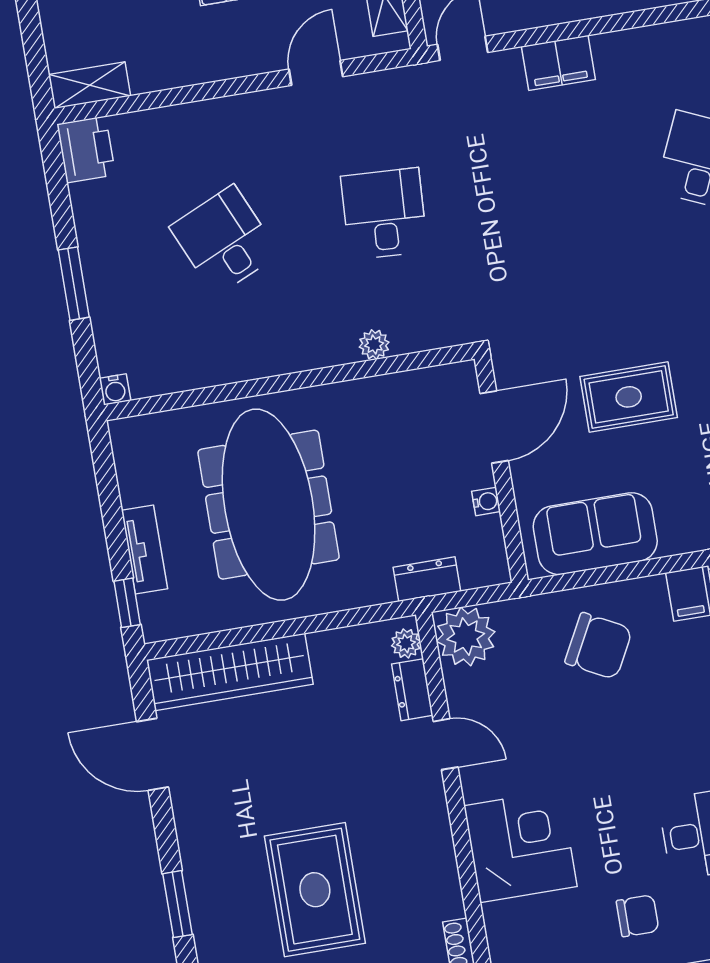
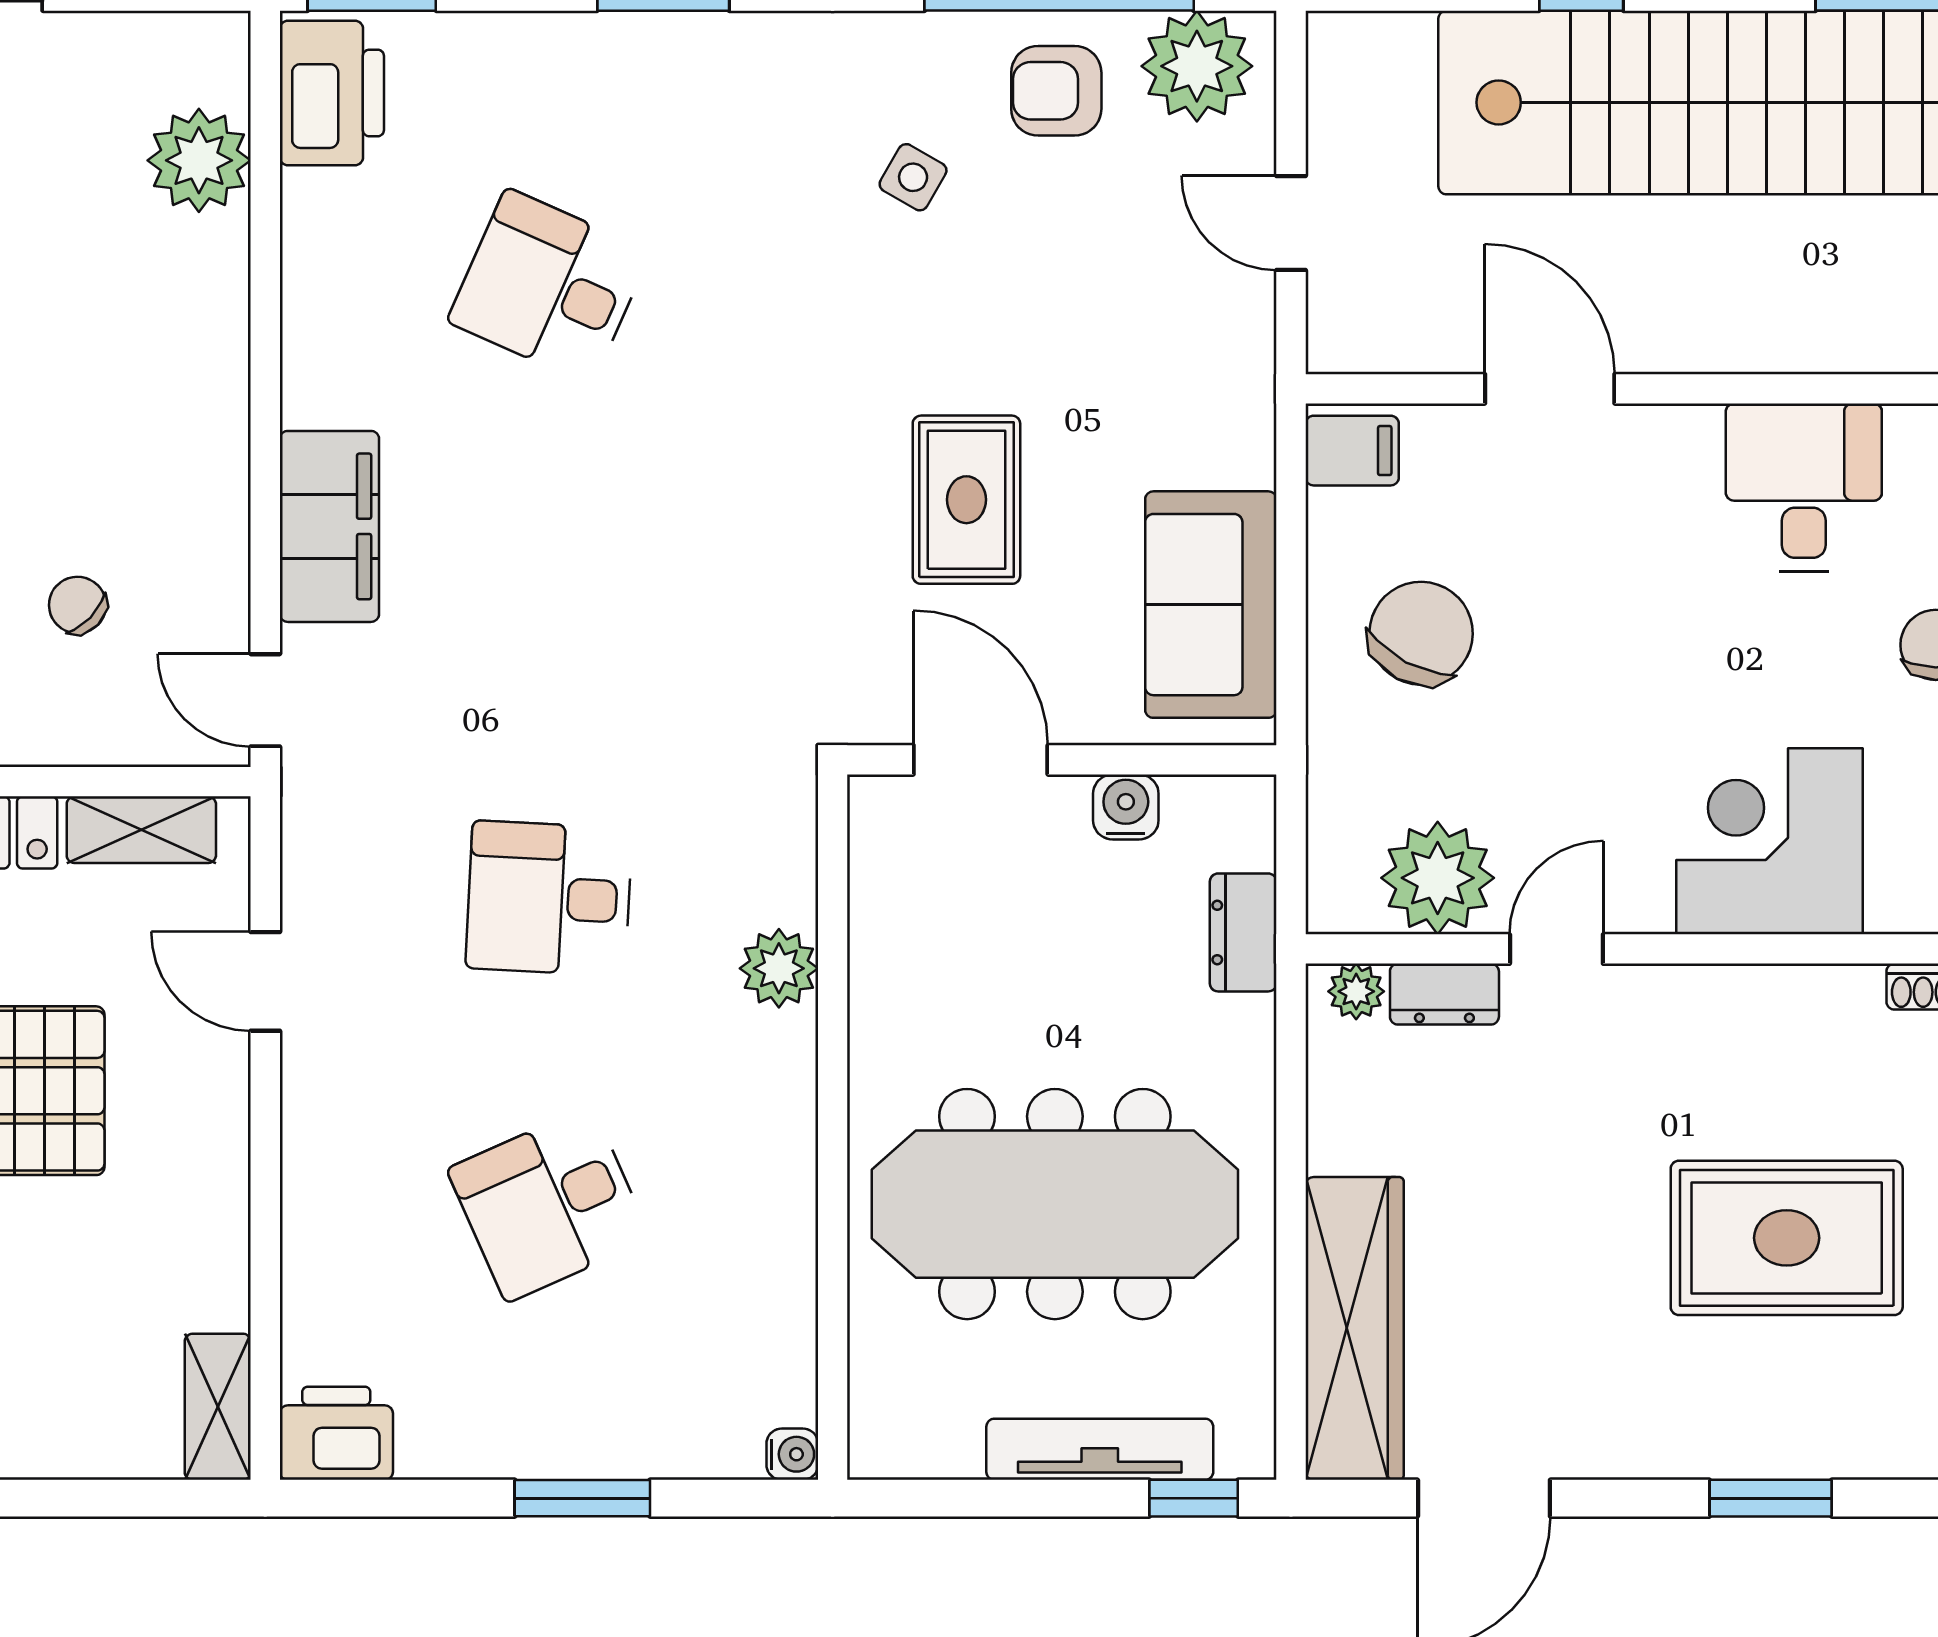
filing cabinet: (558, 63) -> (329, 526), width x1.50, depth x1.17
plant: (374, 345) -> (779, 968), width x1.38, depth x1.38
water cooler: (486, 501) -> (1126, 807), width x1.38, depth x1.38
tv unit: (144, 550) -> (1100, 1449), width x1.41
plant: (466, 636) -> (1438, 878), moved

